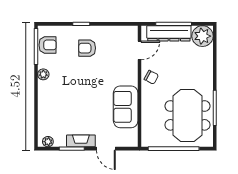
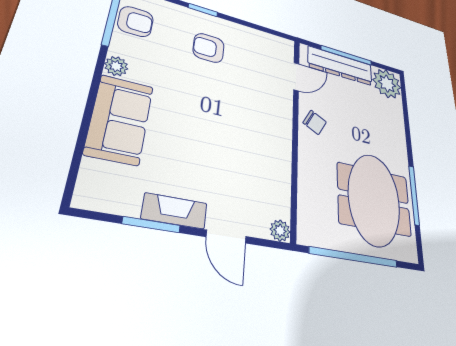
sofa: (126, 107) -> (120, 119), moved, turned 180
plant: (48, 142) -> (280, 231), moved

